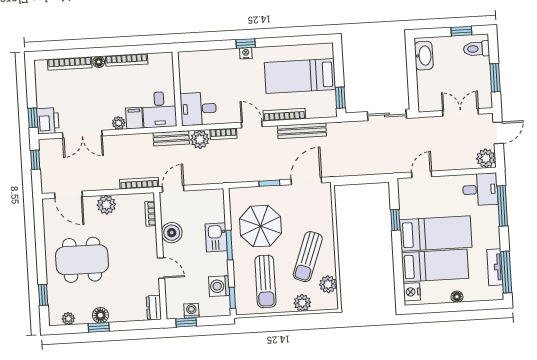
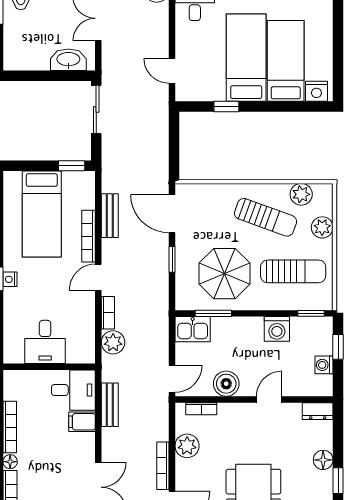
washbasin: (424, 56) -> (68, 60), moved
desk: (198, 109) -> (45, 342), moved
plant: (119, 123) -> (87, 441), removed
bench: (302, 131) -> (110, 216), width x0.73
bench: (171, 138) -> (110, 405), moved
bookcase: (139, 183) -> (163, 466), moved
door: (173, 189) -> (172, 379), swing flipped
plant: (106, 205) -> (187, 446), moved
kitchen sink: (216, 237) -> (193, 329), moved
window: (229, 245) -> (213, 313), moved
washing machine: (219, 286) -> (277, 329), moved
floor lamp: (457, 297) -> (326, 36), removed
floor lamp: (100, 315) -> (323, 460), moved
window: (186, 322) -> (338, 347), moved

